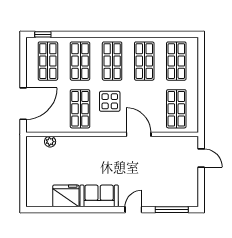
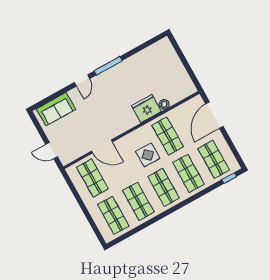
door: (139, 134) -> (102, 146), moved
plant: (50, 142) -> (164, 104), moved
fridge: (66, 196) -> (146, 109), moved, turned 180
sofa: (99, 196) -> (56, 109), moved
window: (172, 210) -> (108, 66), moved

